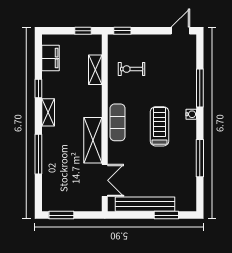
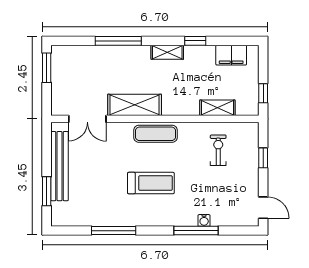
window: (122, 31) -> (263, 158), moved
water cooler: (191, 114) -> (204, 220), moved

